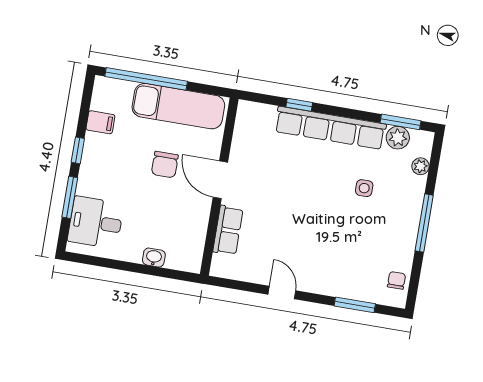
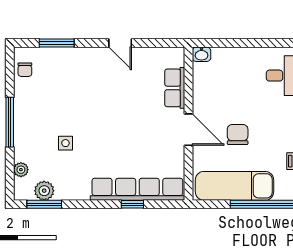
row of seats: (330, 128) -> (137, 189), moved
washbasin: (154, 258) -> (201, 54), moved

